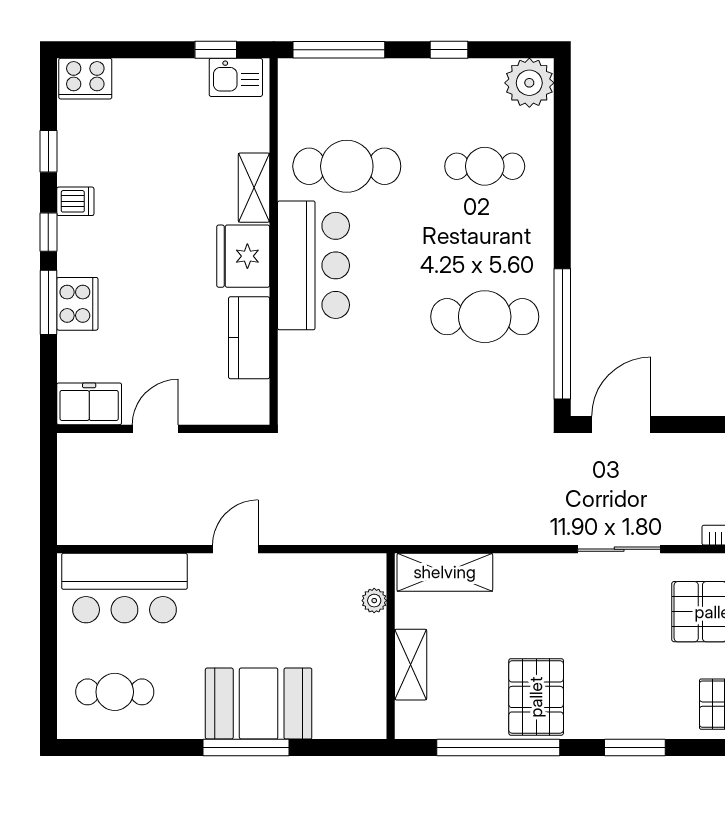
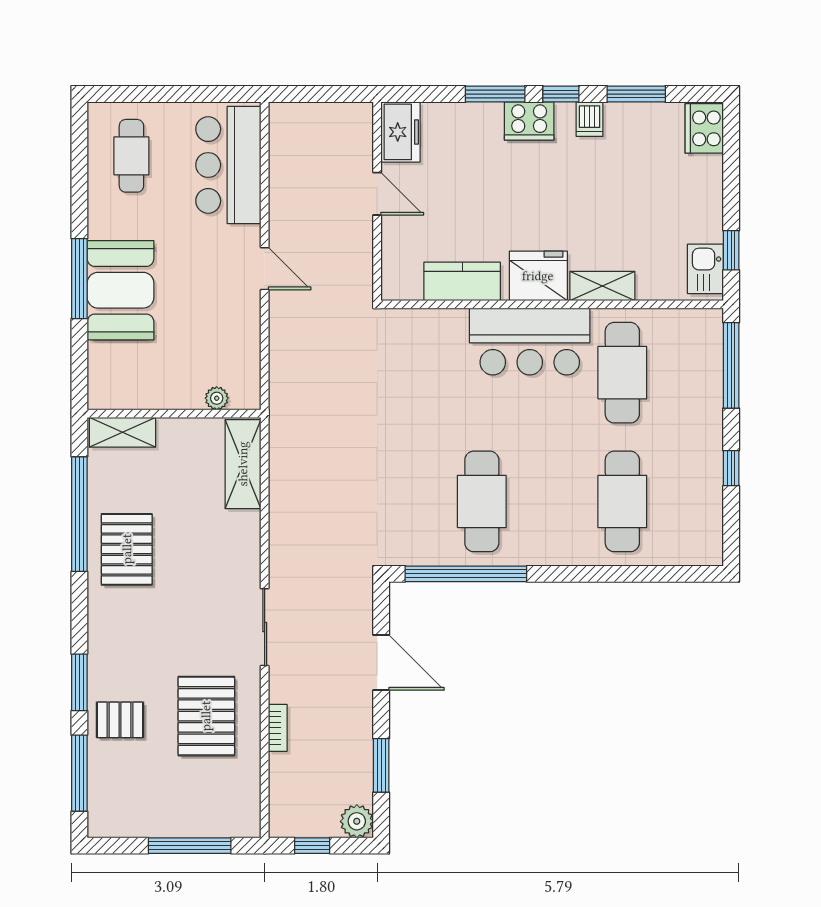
plant: (529, 83) -> (700, 543), removed
window: (48, 151) -> (636, 94), width x1.50
cafe table: (485, 166) -> (622, 501), width x1.37, depth x1.35
cooker: (77, 304) -> (529, 121), moved
door: (621, 424) -> (381, 663), moved
shelving: (411, 665) -> (122, 432), moved
pallet: (536, 697) -> (127, 549), turned 90
window: (635, 748) -> (79, 682), moved

